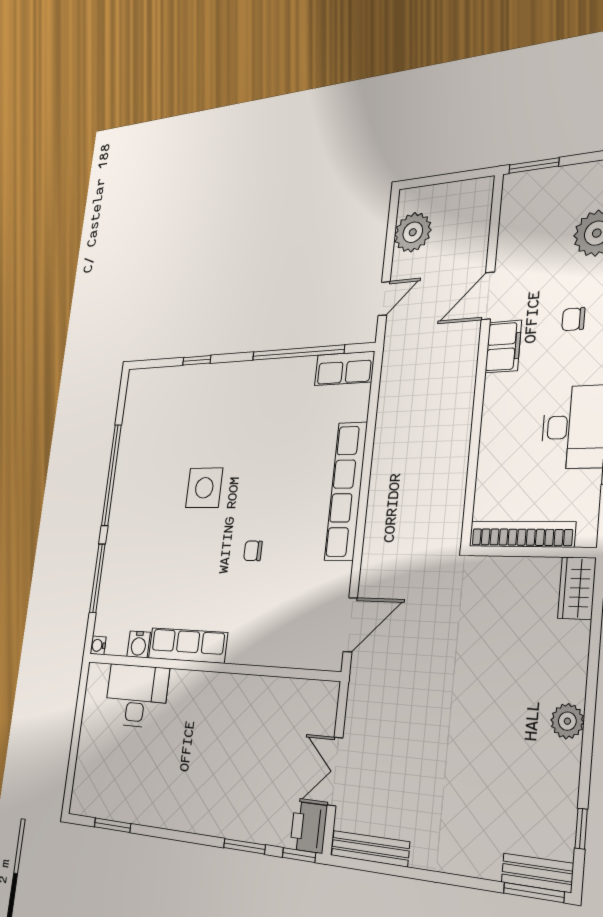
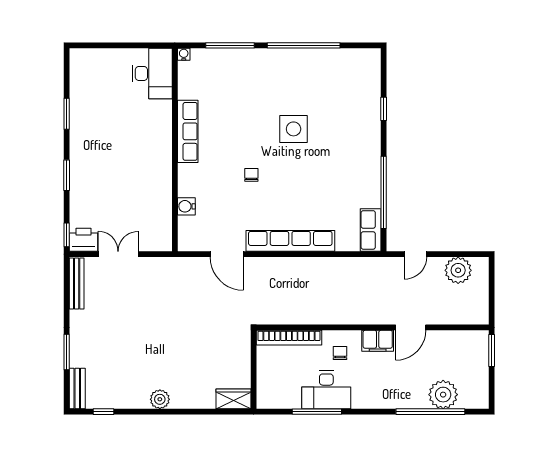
door: (488, 296) -> (411, 327), swing flipped
door: (384, 299) -> (415, 254), hinge flipped
chair: (573, 319) -> (340, 353), moved
bookcase: (522, 534) -> (289, 338), moved, turned 90
door: (350, 625) -> (227, 254), moved
water cooler: (139, 644) -> (186, 206), moved
desk: (136, 696) -> (152, 73), moved
window: (113, 825) -> (67, 114), moved
window: (244, 846) -> (67, 175), moved
window: (534, 892) -> (67, 352), moved

